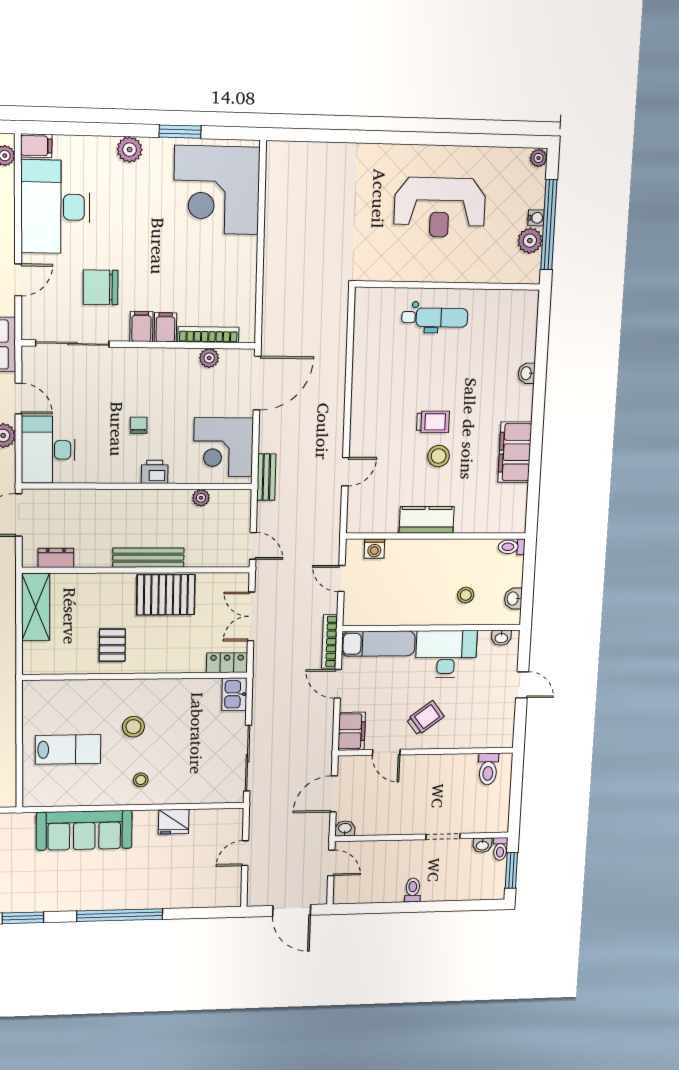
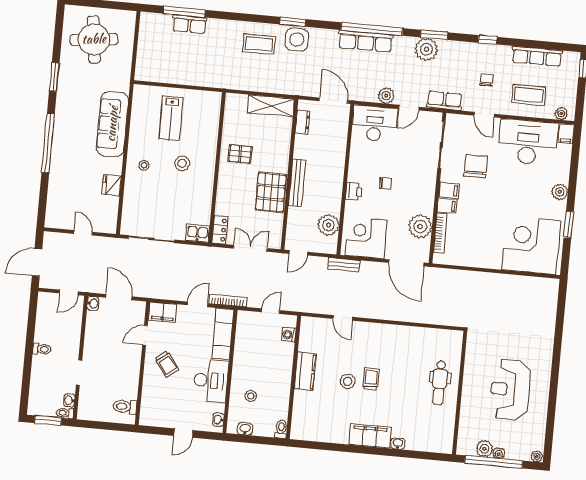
plant: (209, 358) -> (420, 227), width x1.87, depth x1.87
trolley: (433, 422) -> (371, 379), turned 180
filing cabinet: (515, 452) -> (370, 436), moved
plant: (201, 498) -> (328, 225), width x1.88, depth x1.88

